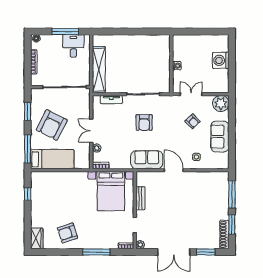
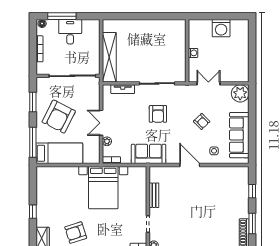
window: (65, 32) -> (62, 16), moved
desk: (73, 46) -> (70, 32), moved
washing machine: (221, 60) -> (221, 28), moved, turned -90
armchair: (193, 121) -> (202, 122), moved
sofa: (220, 137) -> (239, 135), width x1.36
sofa: (147, 160) -> (149, 154), moved
bed with nightstands: (111, 191) -> (103, 188), moved
window: (28, 194) -> (33, 212), moved
window: (232, 194) -> (252, 191), width x0.46

